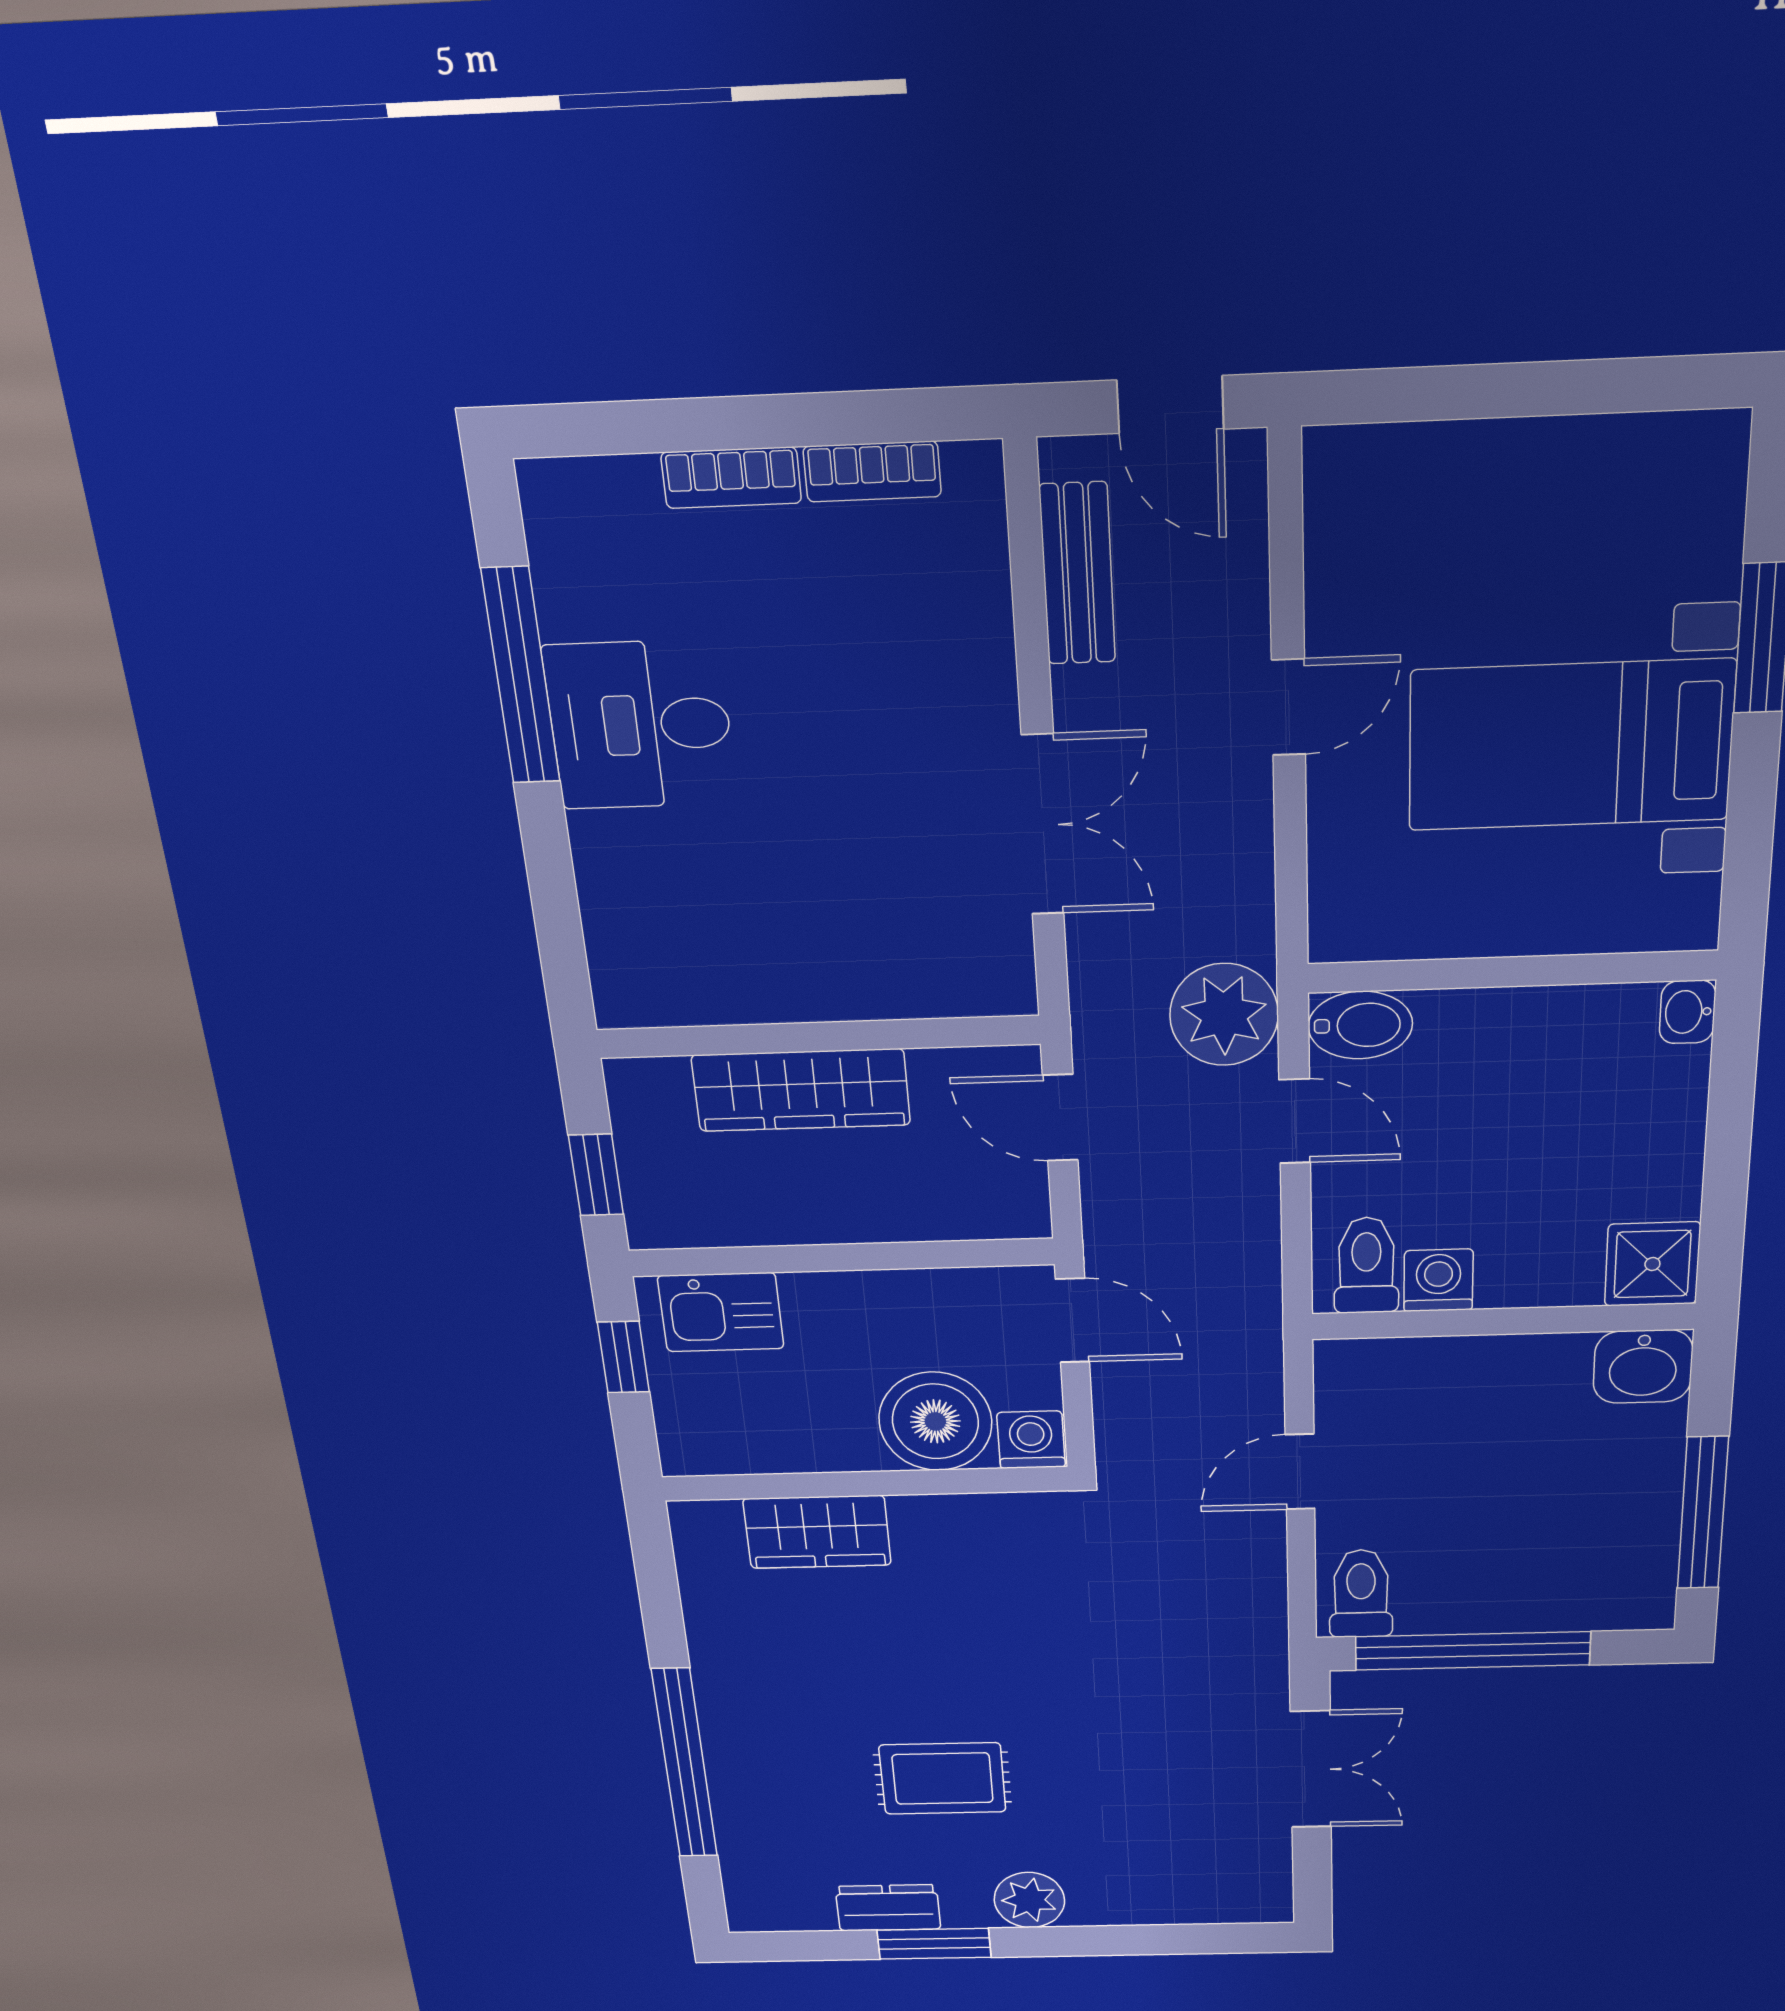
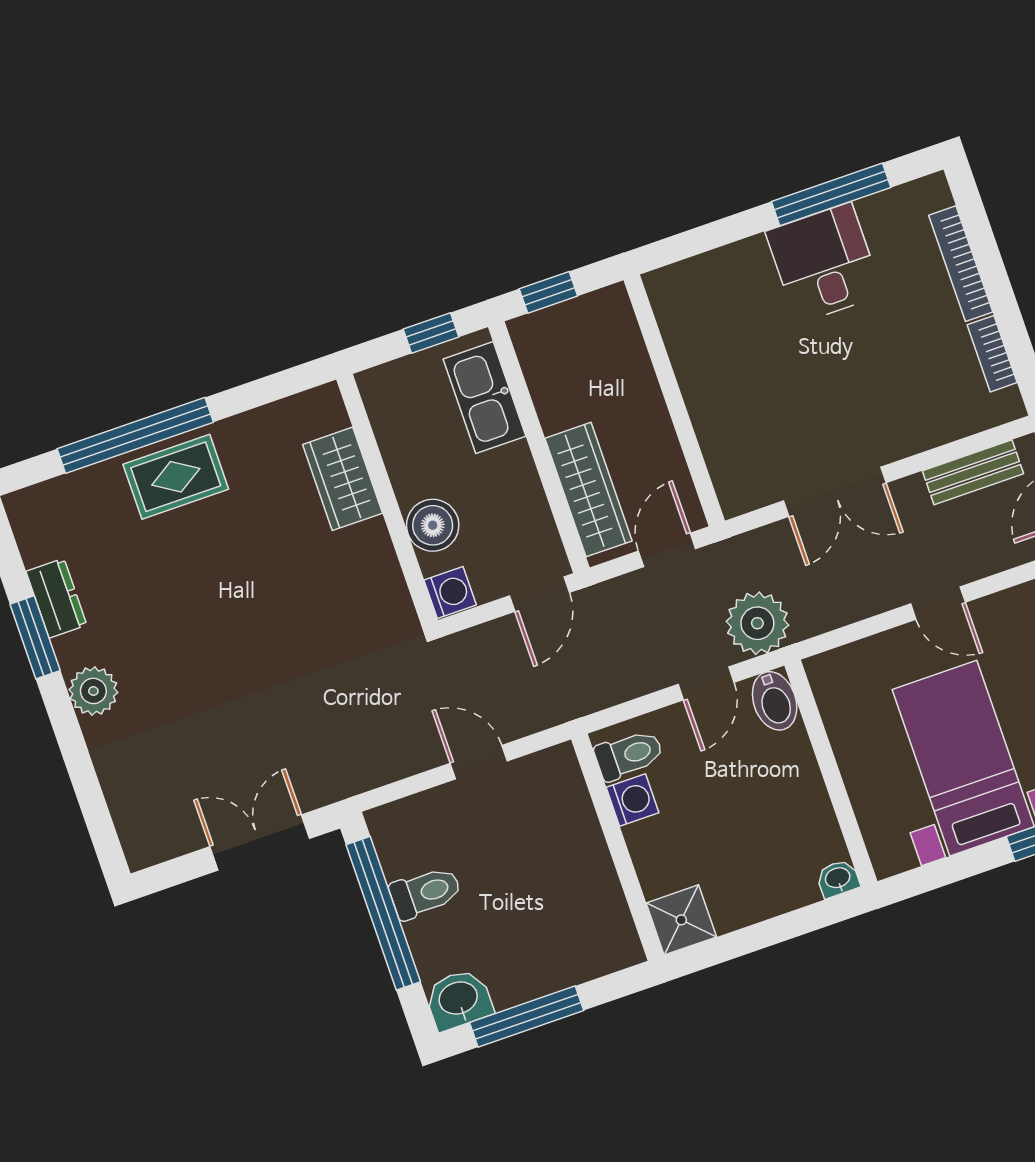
bookcase: (731, 478) -> (961, 264), width x1.56
wardrobe: (801, 1090) -> (588, 490), moved, turned 180
kitchen sink: (721, 1312) -> (484, 398), width x1.38
washbasin: (1643, 1367) -> (459, 999), moved, turned 90
boiler: (935, 1421) -> (433, 525), width x0.73, depth x0.73
toilet: (1361, 1594) -> (426, 893), moved
double door: (1311, 1769) -> (260, 843), swing flipped
rug: (942, 1779) -> (176, 477), moved, turned 90

